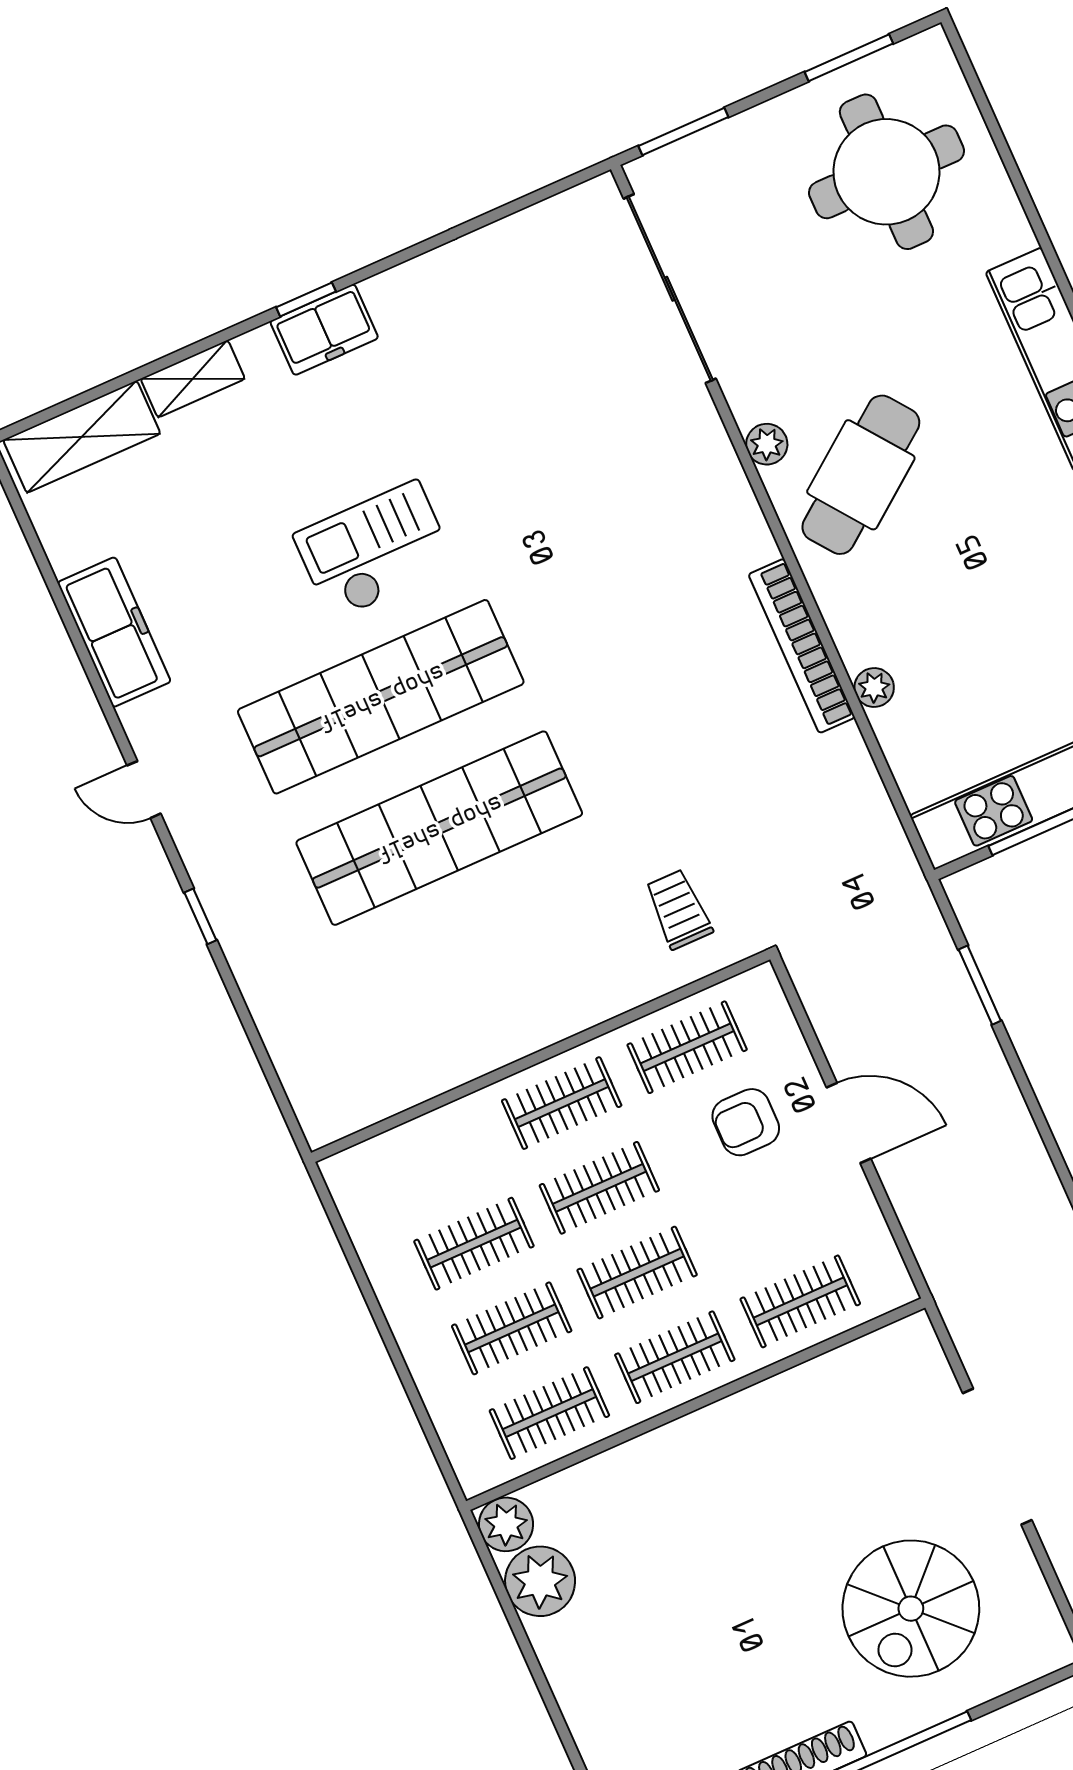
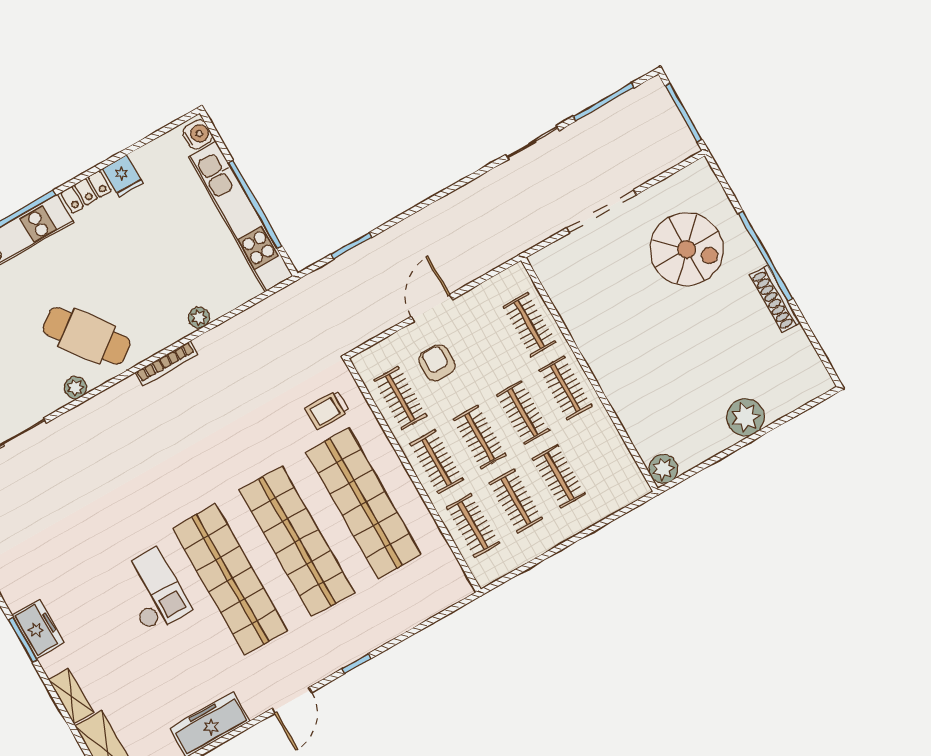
window: (306, 299) -> (23, 640), width x1.50
checkout: (374, 551) -> (153, 591), turned 180
bookcase: (802, 646) -> (166, 364), width x0.68, depth x0.76
door: (144, 790) -> (292, 700), width x1.38
shop shelf: (498, 959) -> (364, 503), added
armchair: (746, 1122) -> (437, 363), turned 180
clothes rail: (549, 1413) -> (473, 525), moved
plant: (540, 1581) -> (746, 417), moved

